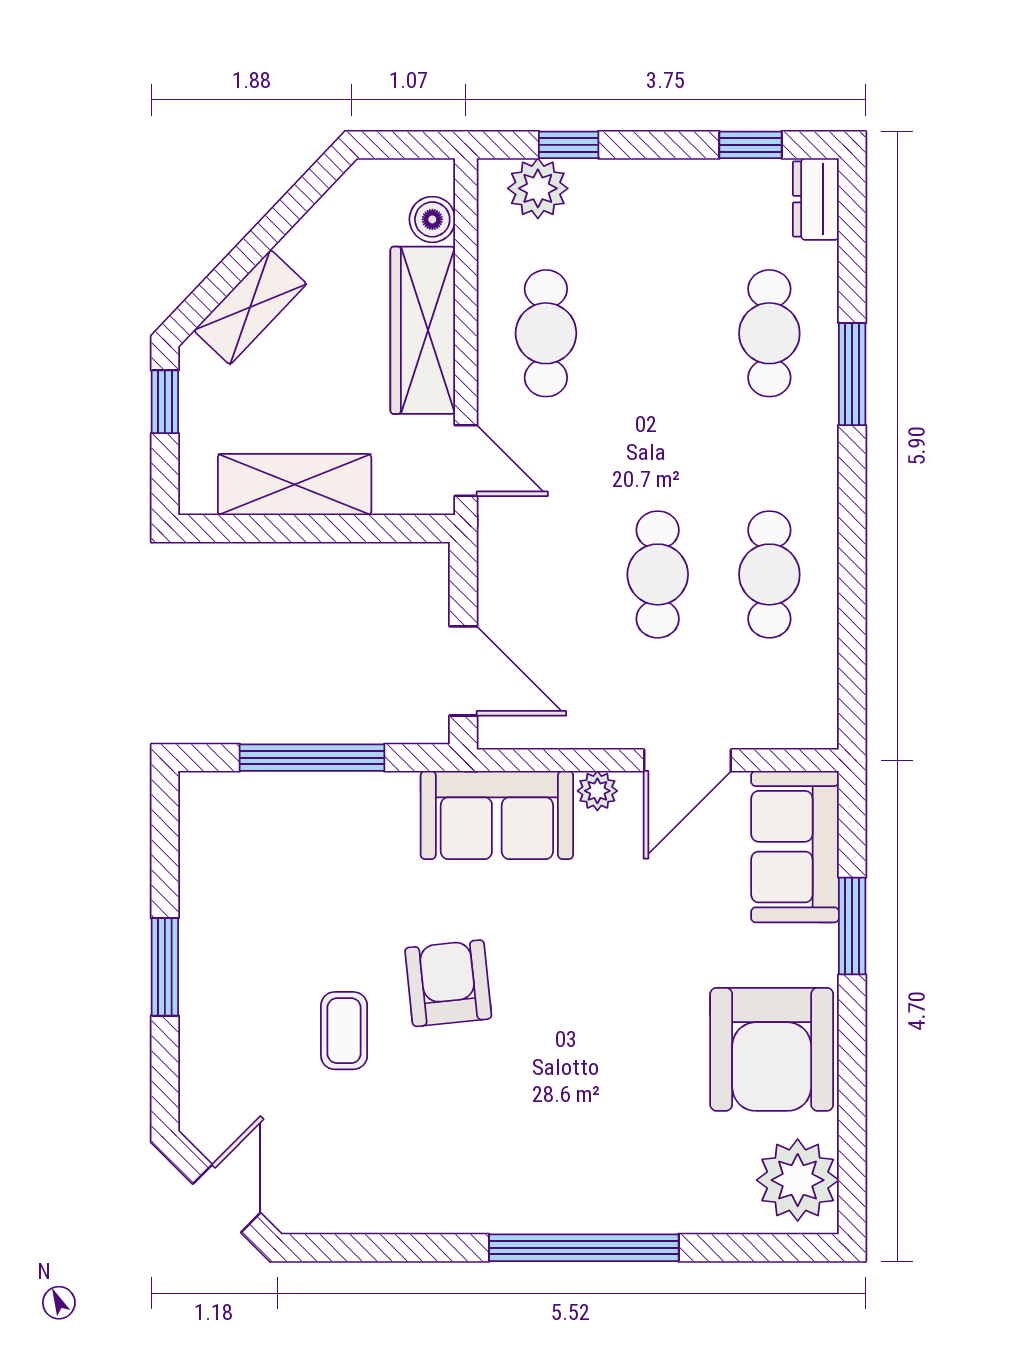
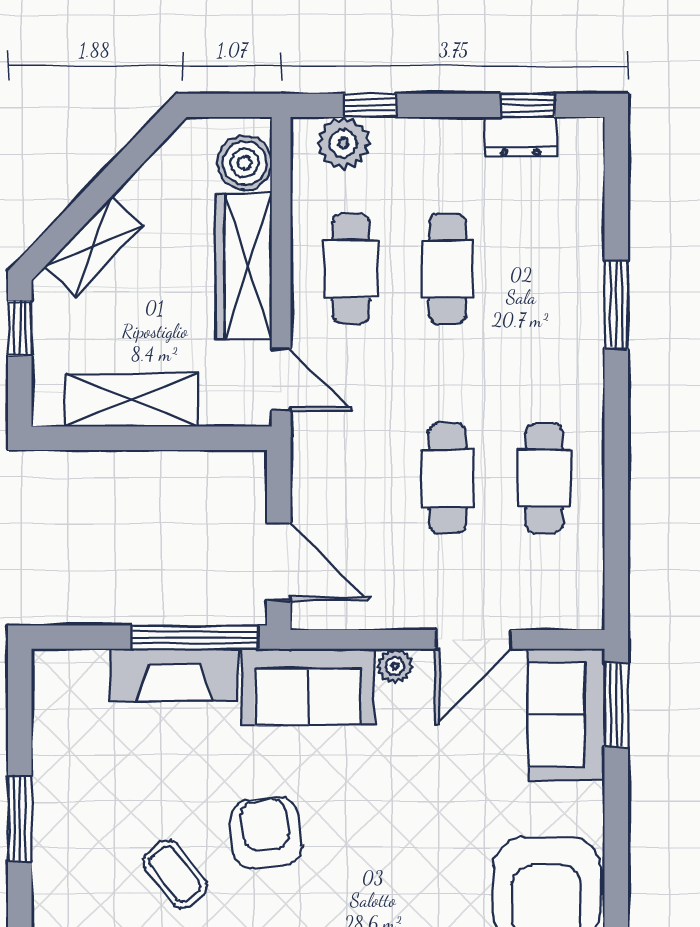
dresser: (816, 199) -> (521, 137), moved, turned -90
boiler: (432, 219) -> (245, 163), width x1.36, depth x1.36
cafe table: (769, 333) -> (447, 269), moved
window: (312, 758) -> (195, 637), moved
fireplace: (343, 801) -> (174, 675), added
window: (852, 926) -> (616, 705), moved
coffee table: (344, 1031) -> (175, 874), turned -38

